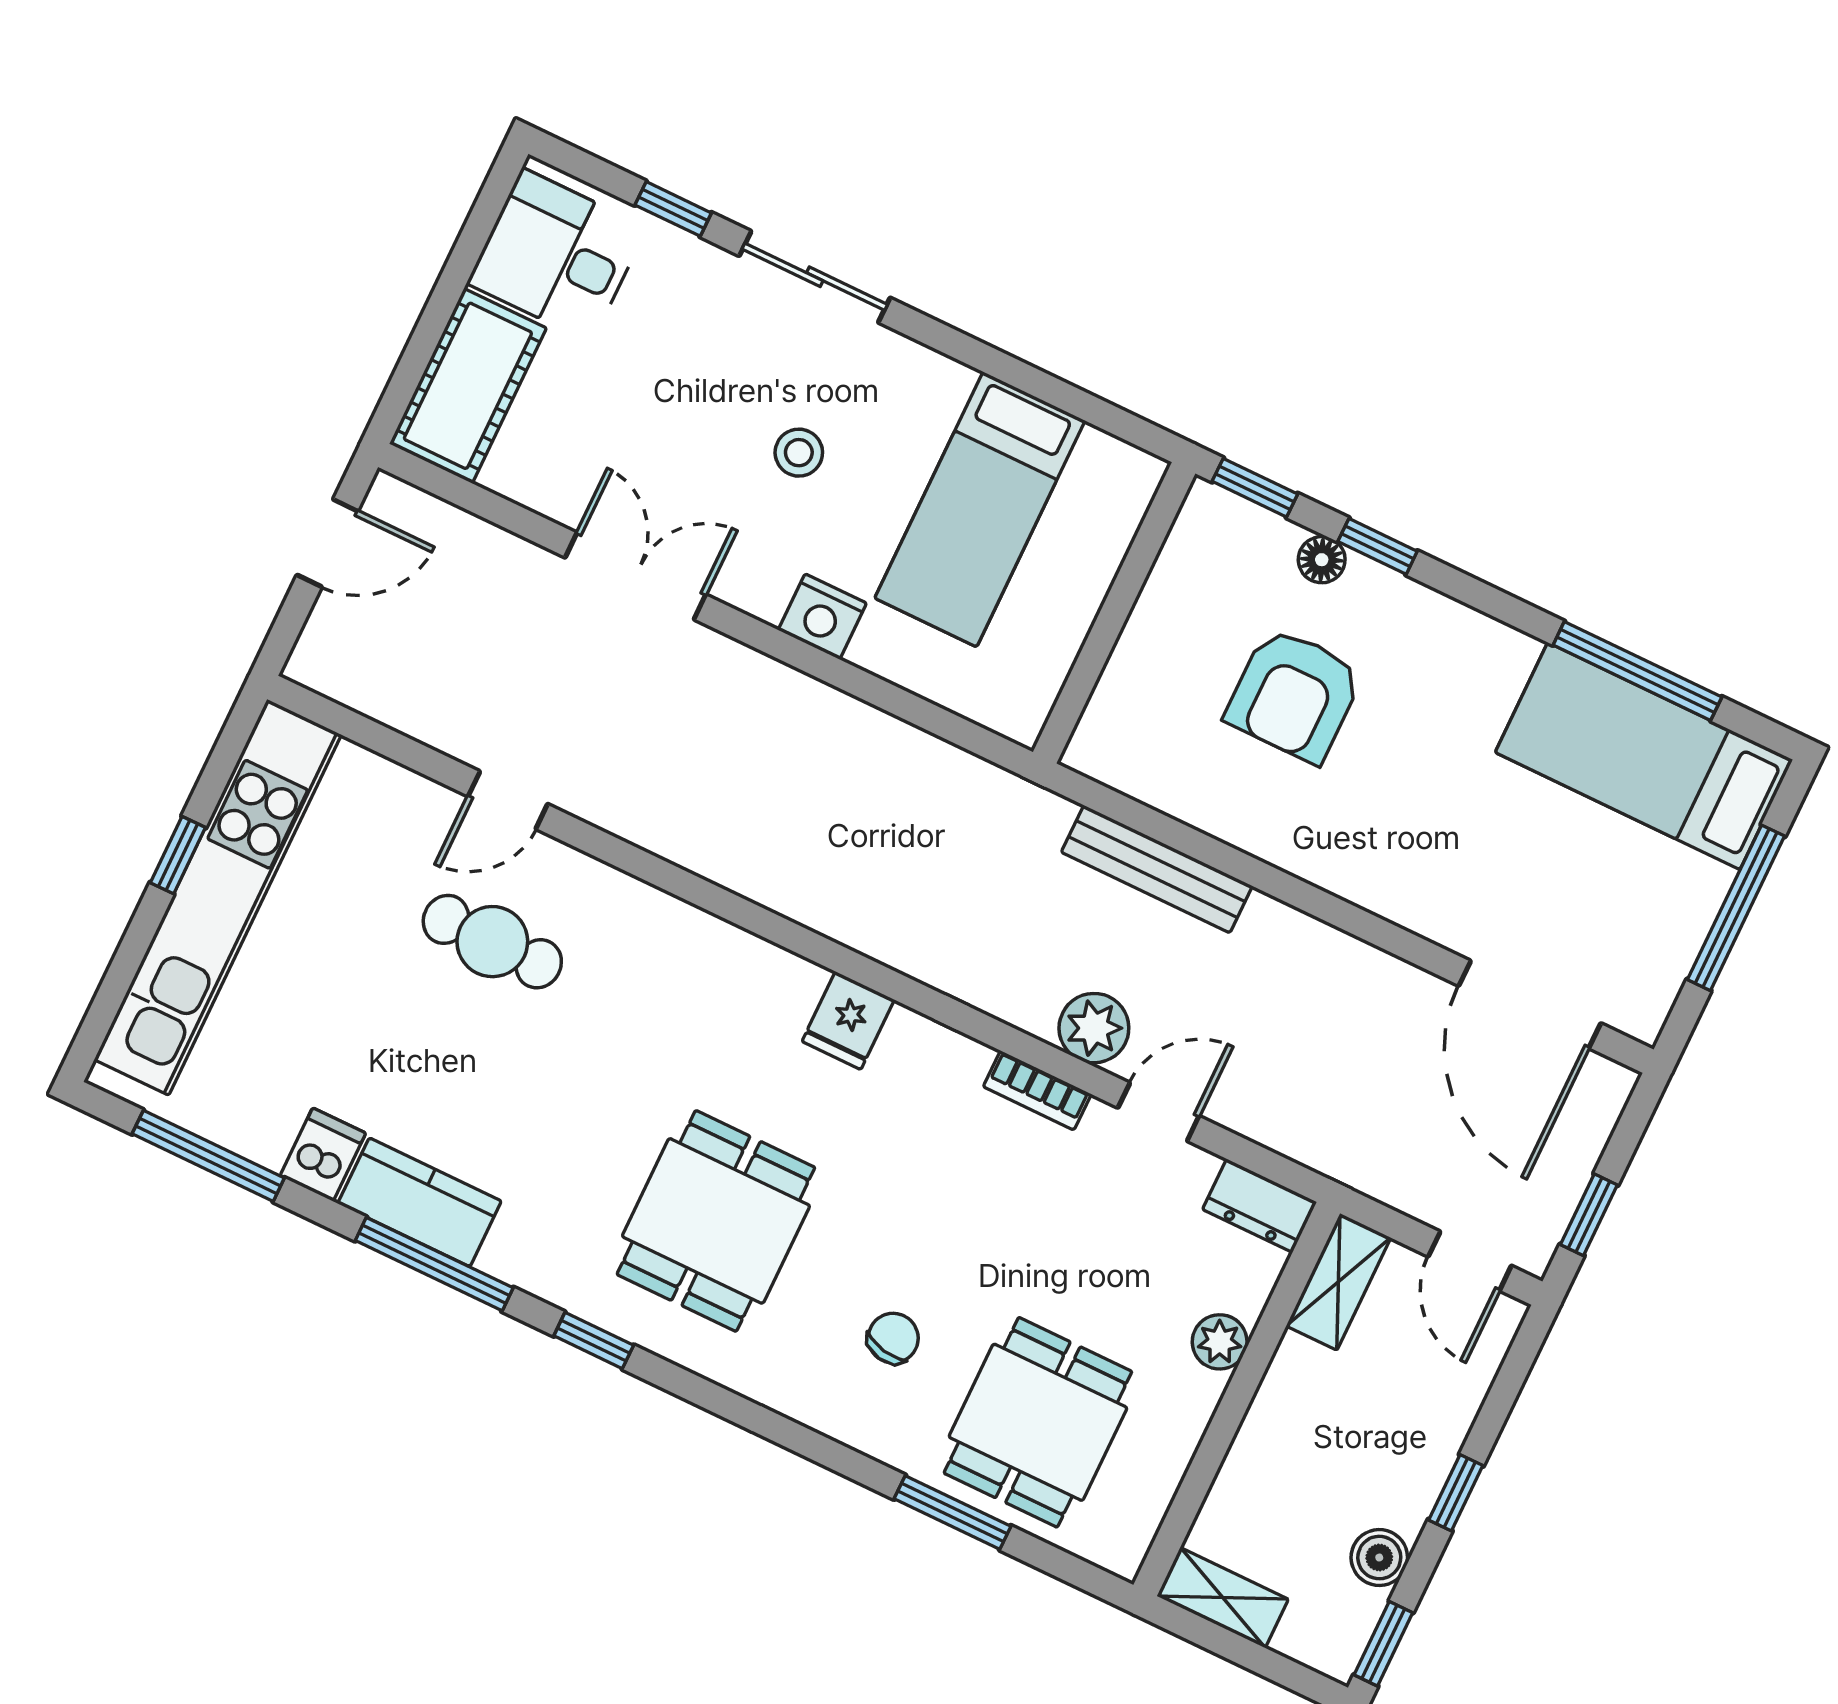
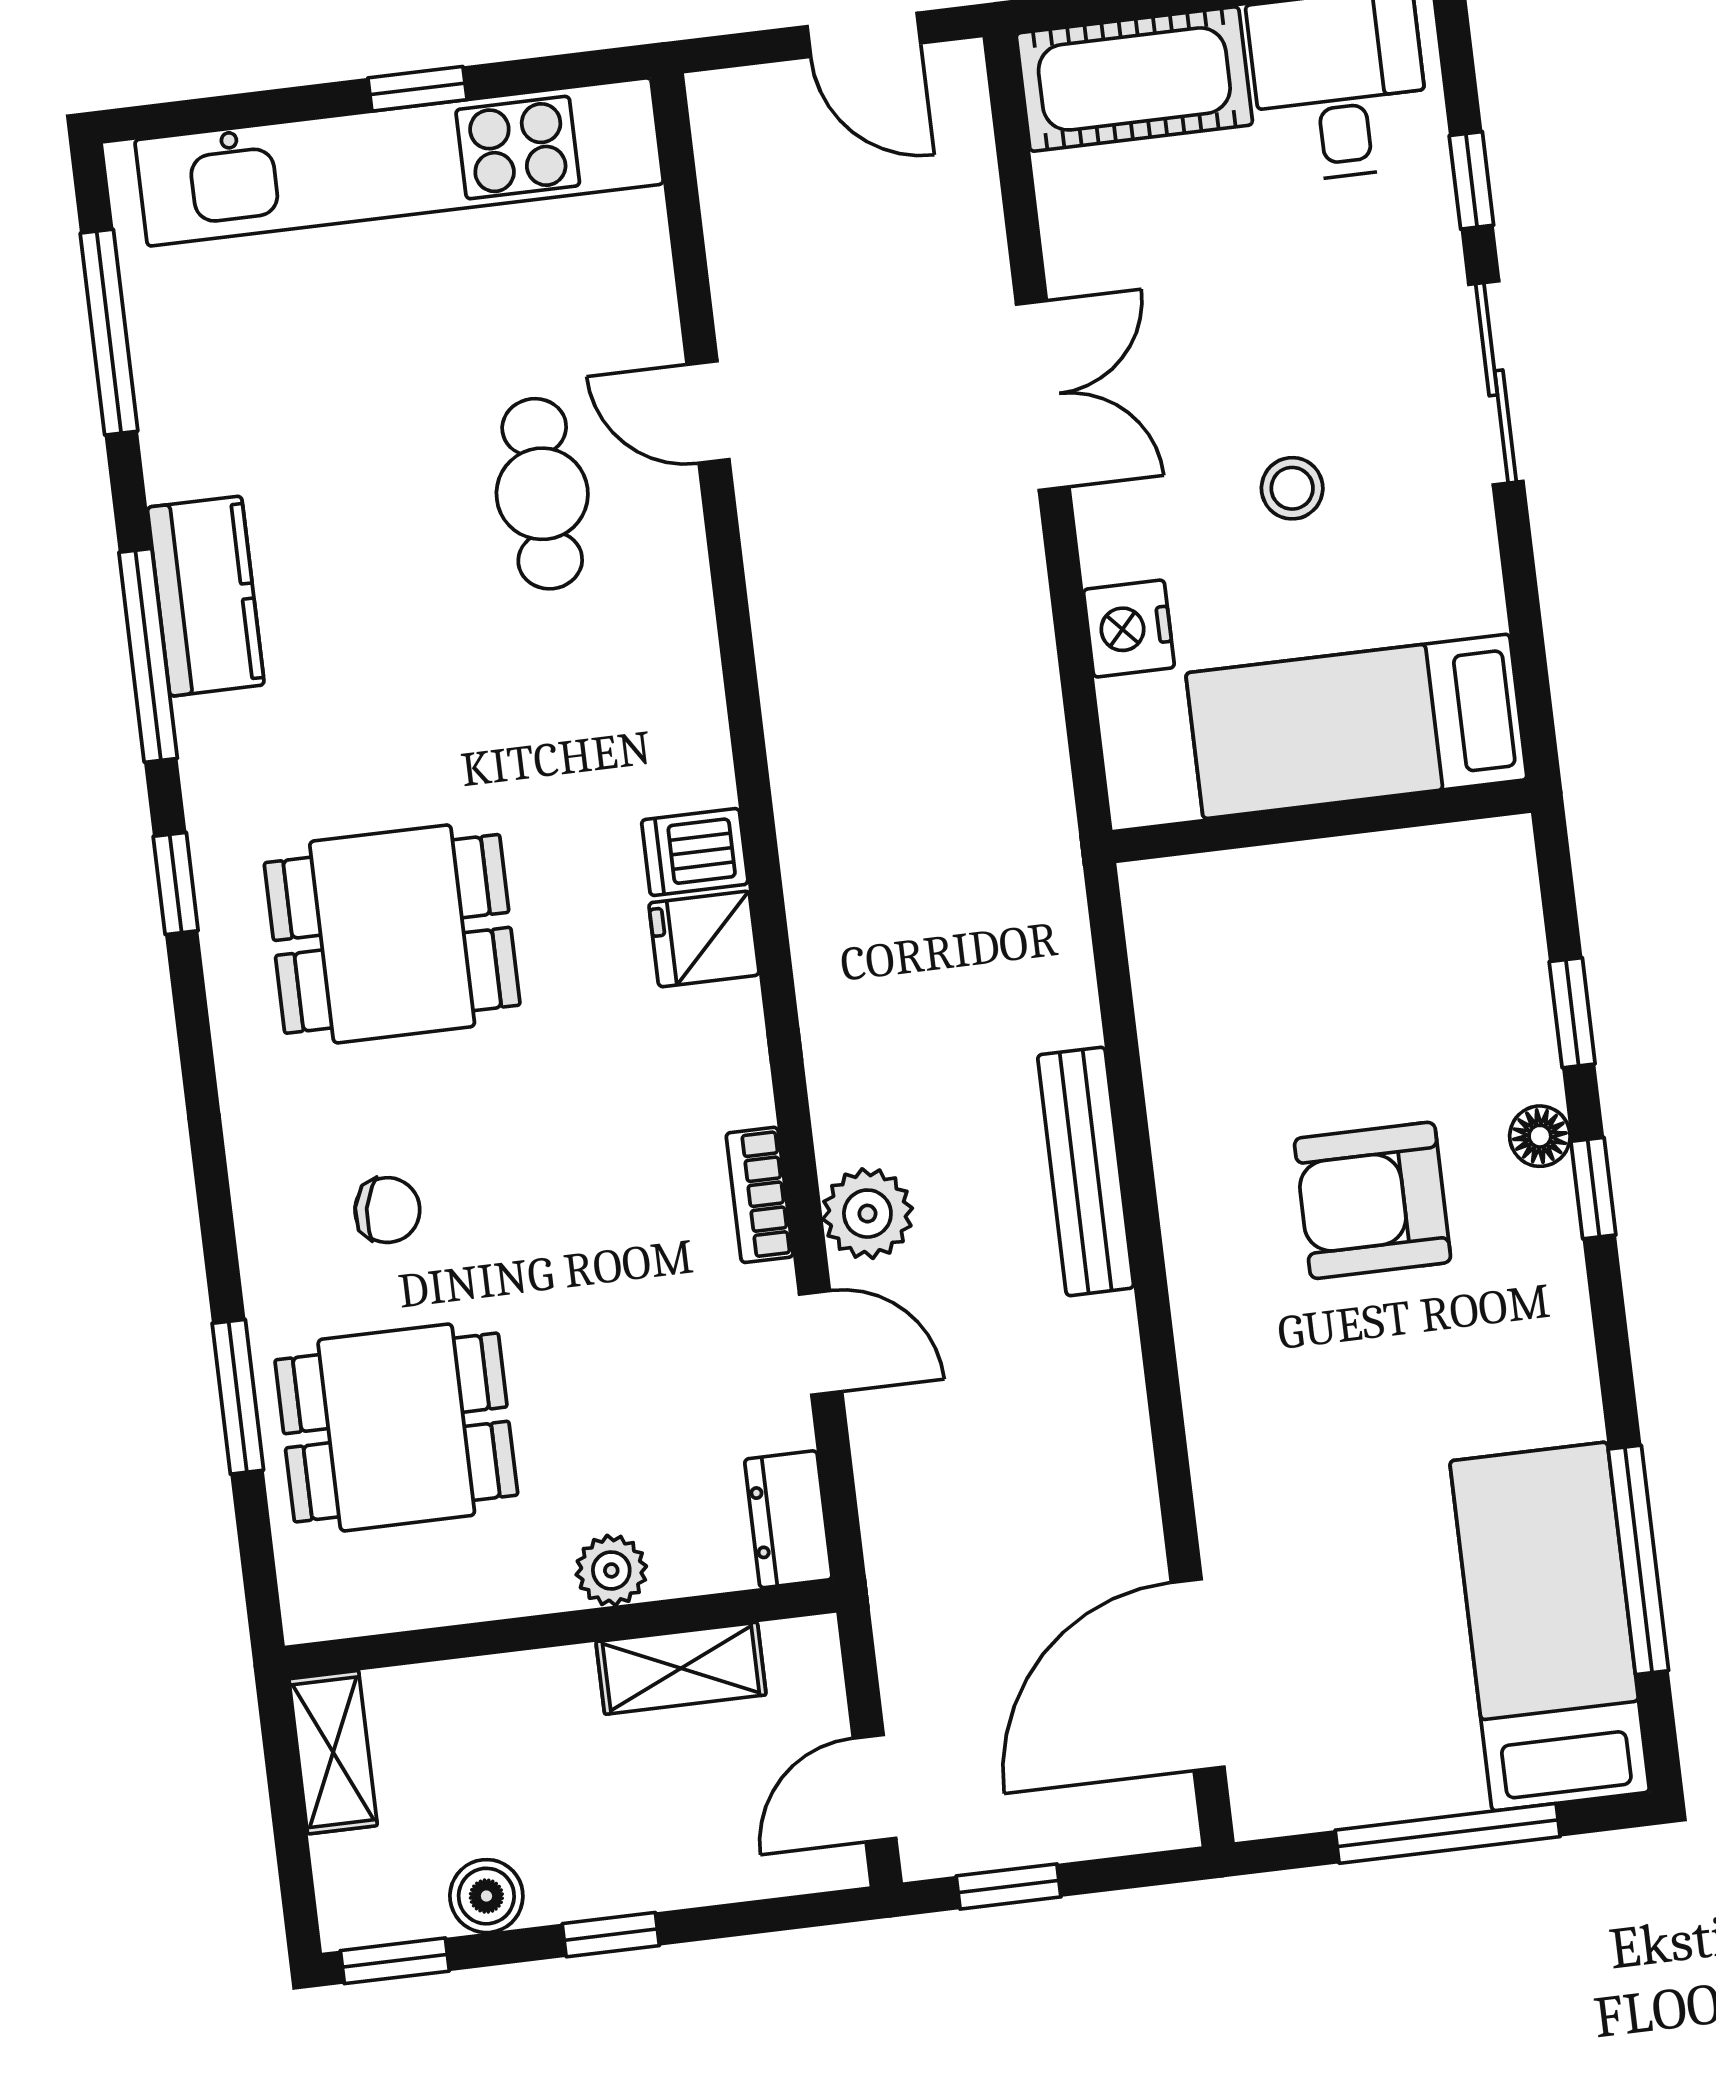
wall: (1114, 613) -> (1322, 821), moved
dishwasher: (323, 1154) -> (695, 852), moved, turned 180
shelving: (1338, 1282) -> (681, 1668), moved

